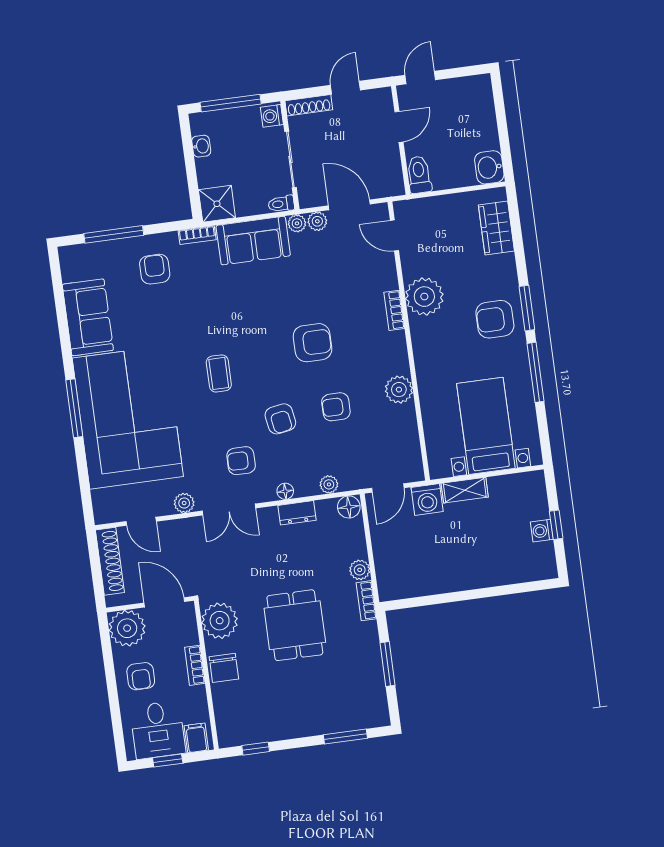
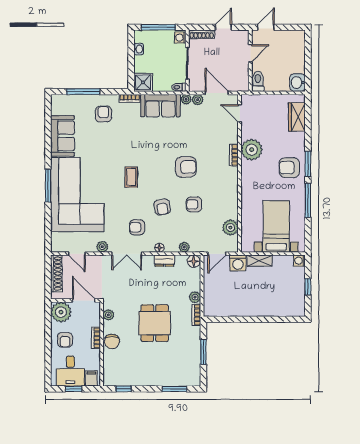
plant: (399, 390) -> (230, 228), moved
washing machine: (542, 531) -> (299, 261), moved
plant: (220, 621) -> (108, 315), width x0.53, depth x0.53

